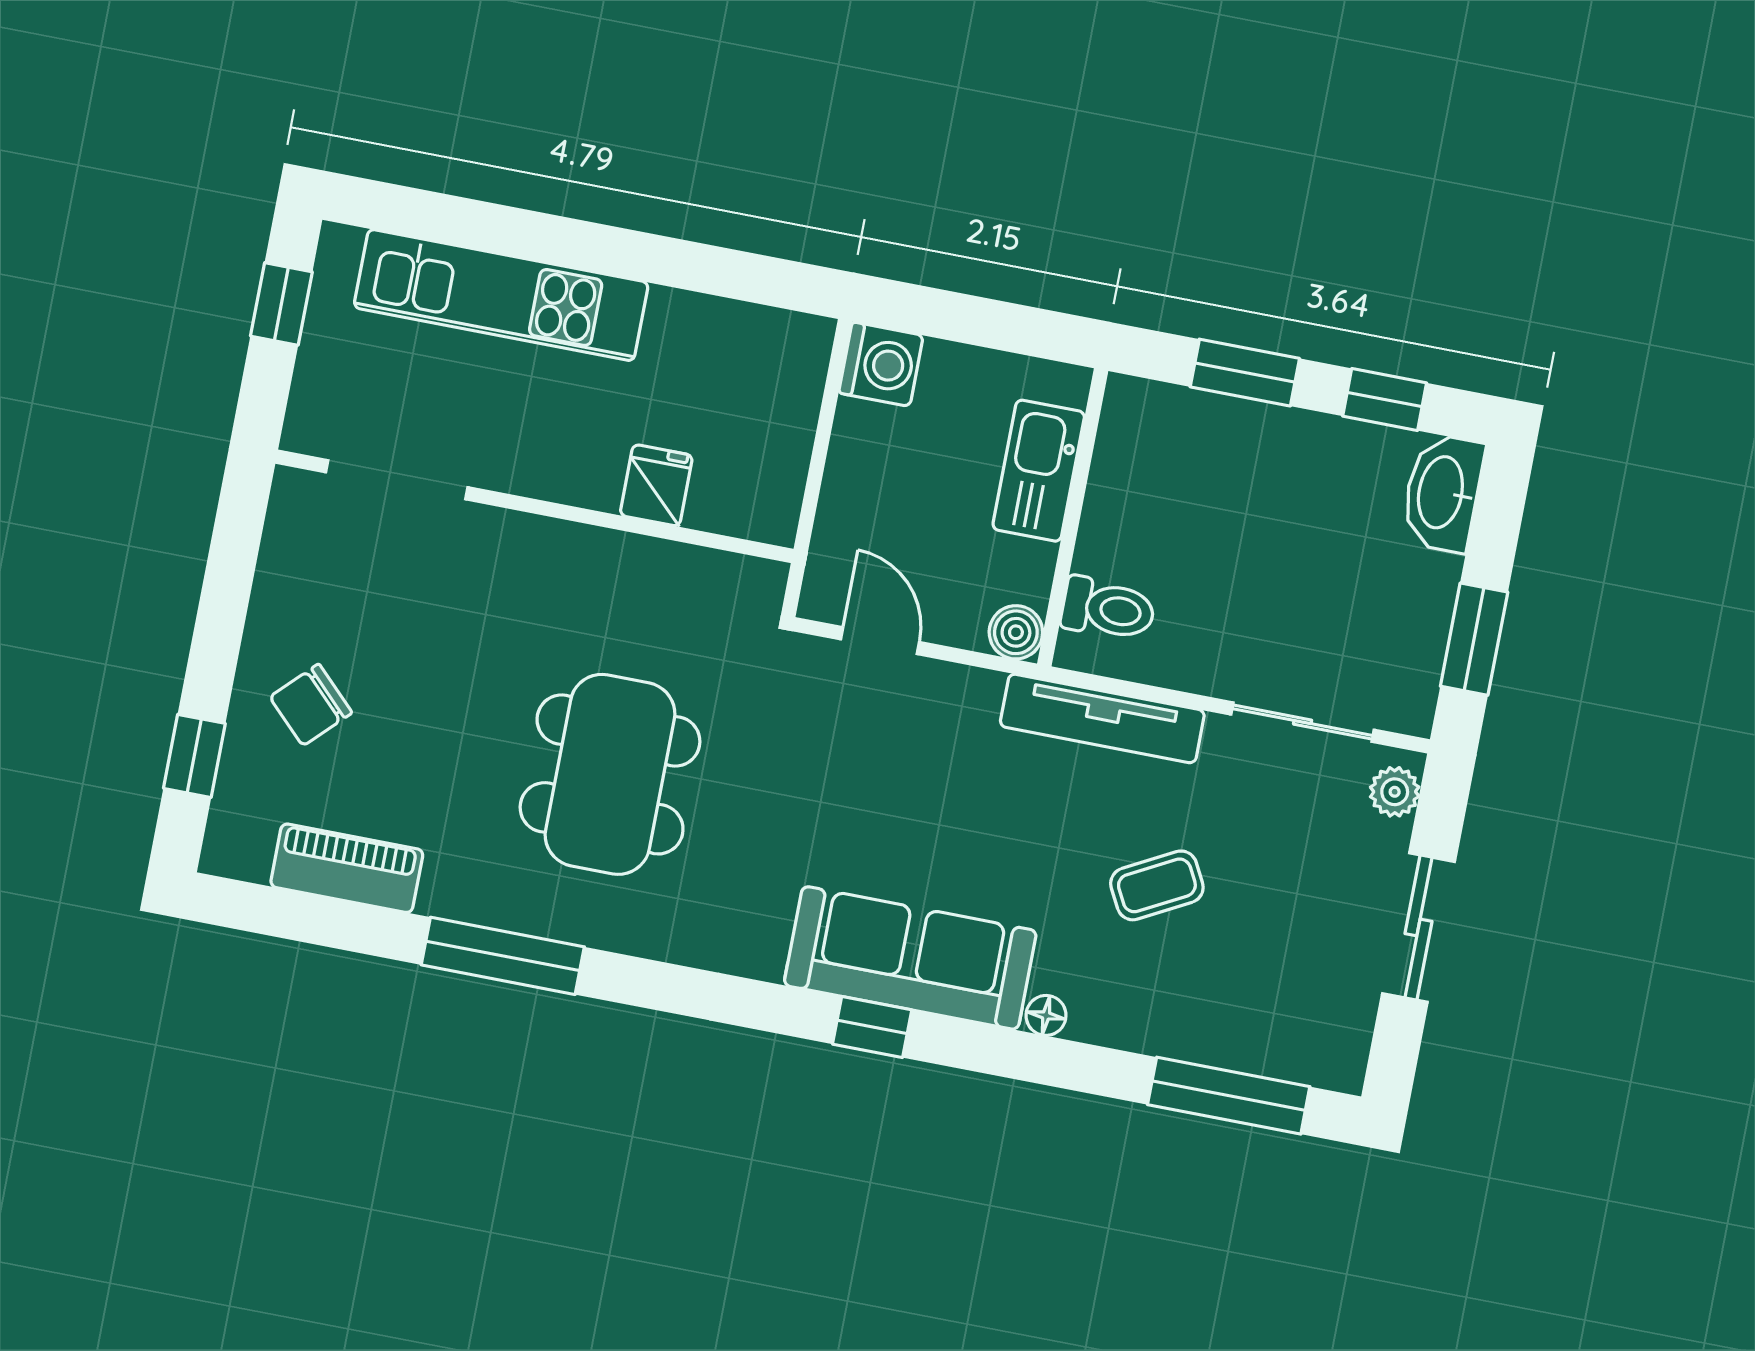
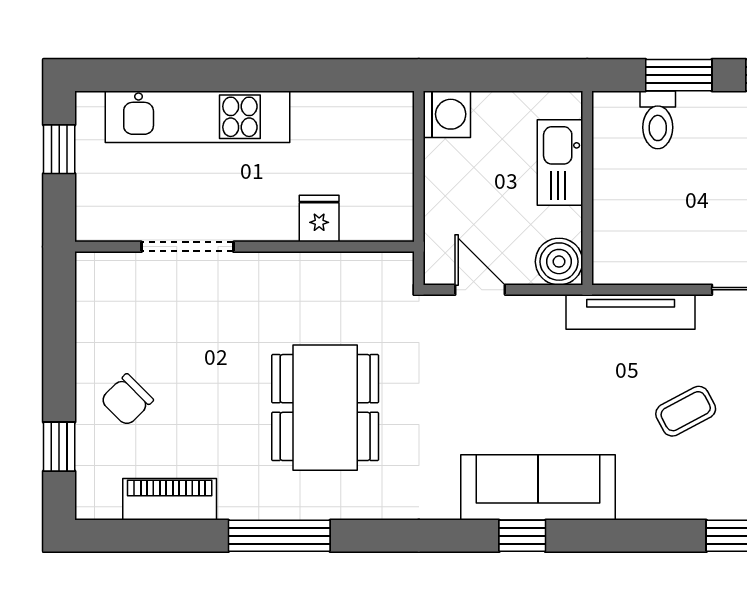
doorway: (397, 480) -> (188, 247), moved
toilet: (1108, 609) -> (658, 120), moved, turned 90
boiler: (1016, 632) -> (559, 262), width x1.36, depth x1.36
floor lamp: (1046, 1015) -> (631, 507), removed

